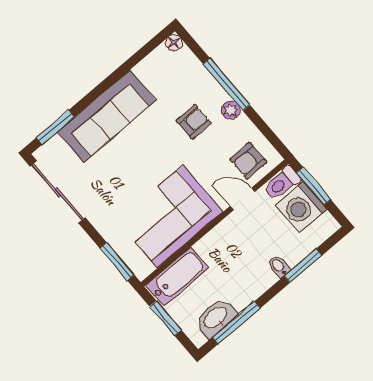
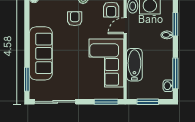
bathtub: (177, 276) -> (134, 65), moved
washbasin: (216, 318) -> (168, 86), width x0.52, depth x0.69

